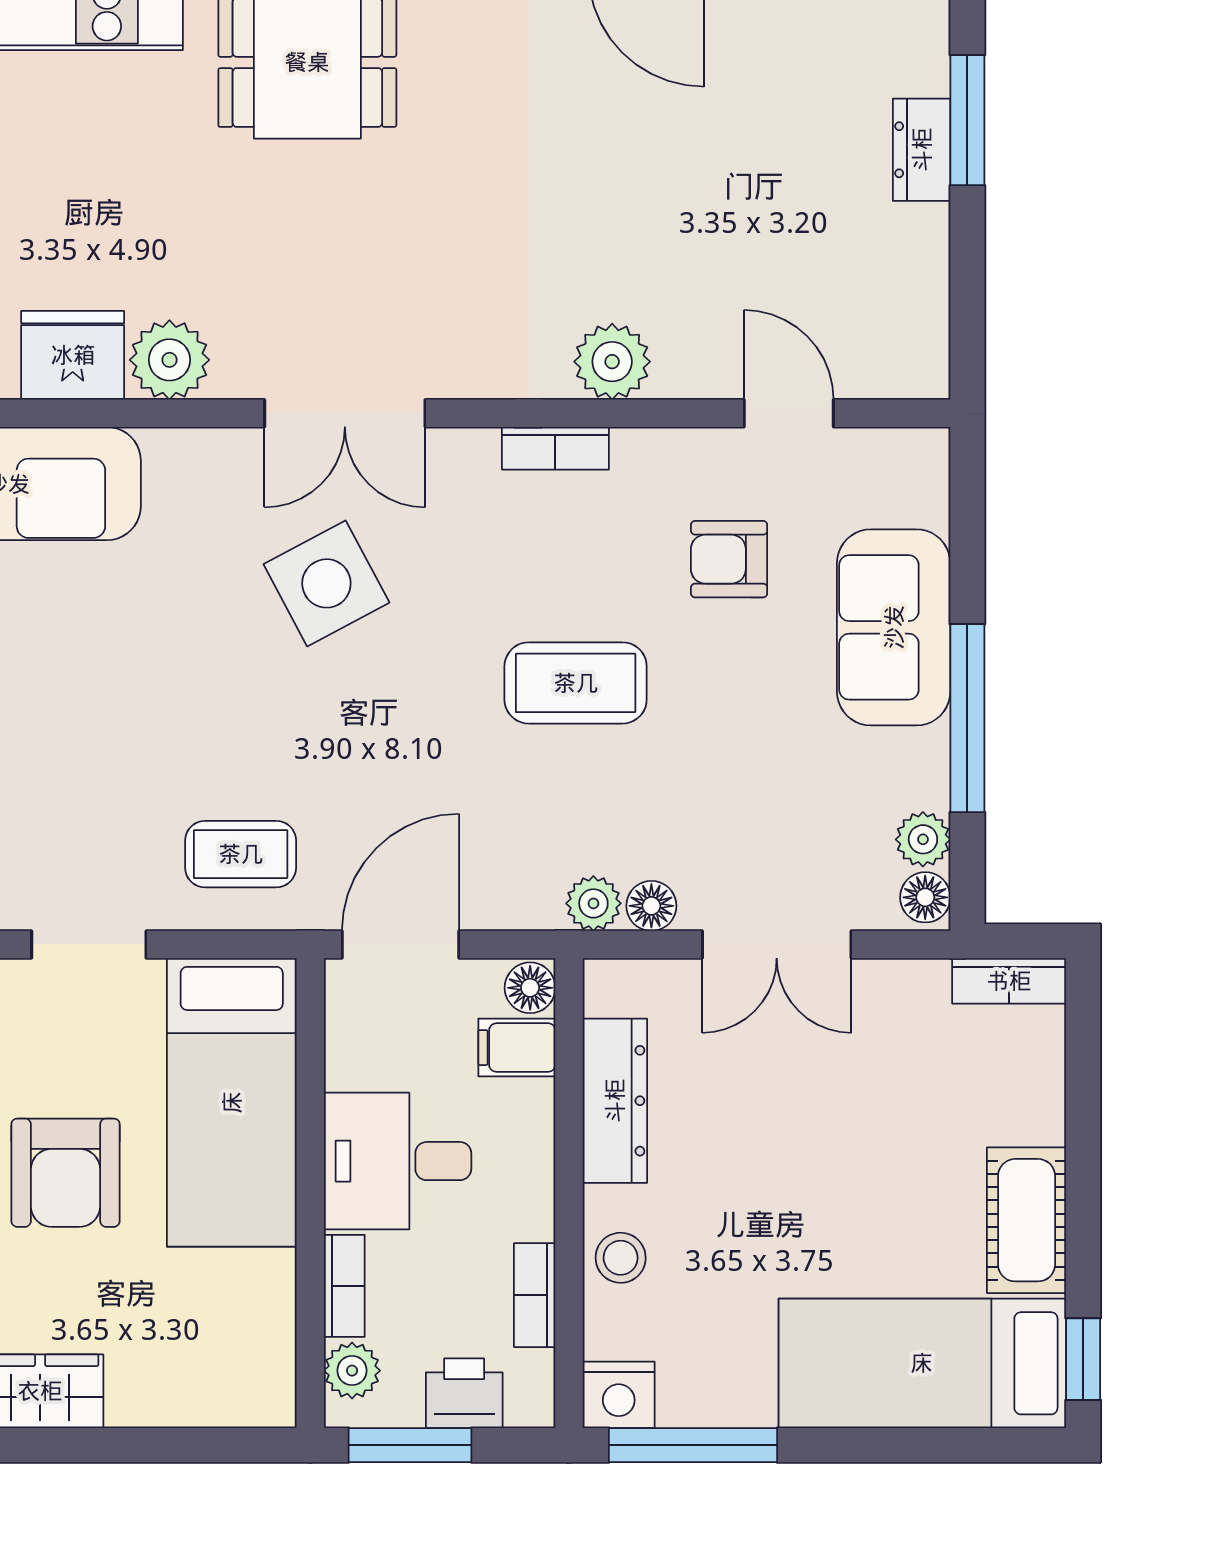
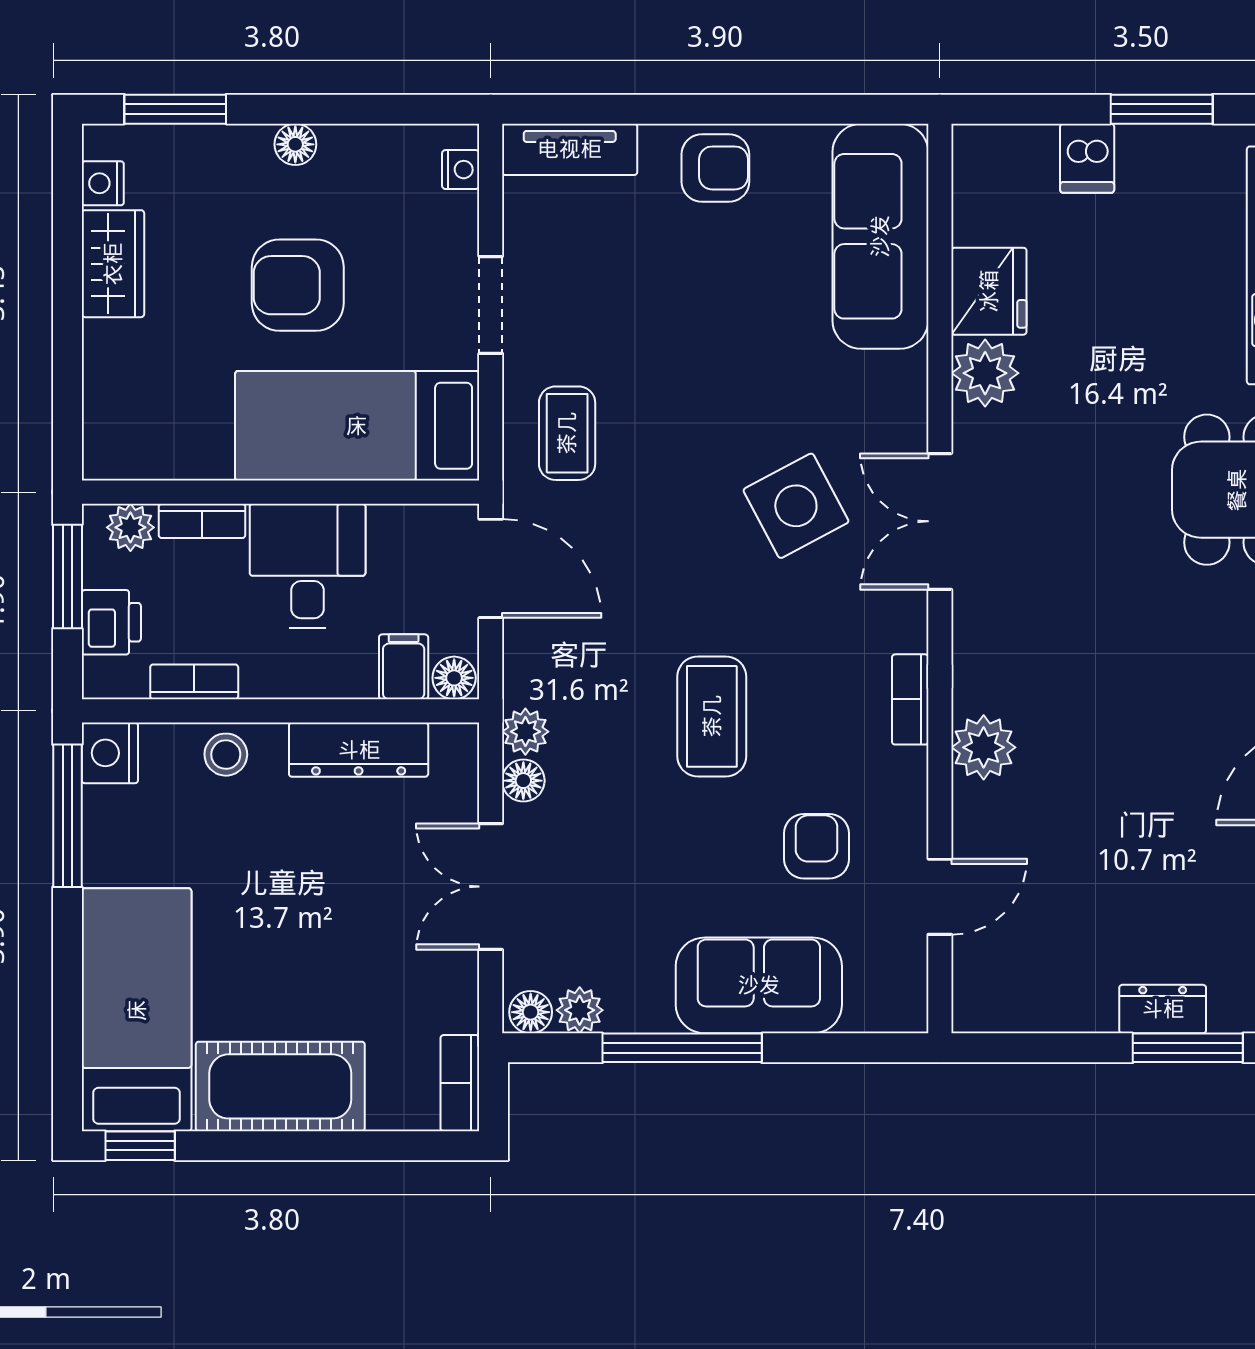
cot: (1027, 1220) -> (280, 1086), width x1.37, depth x1.34

